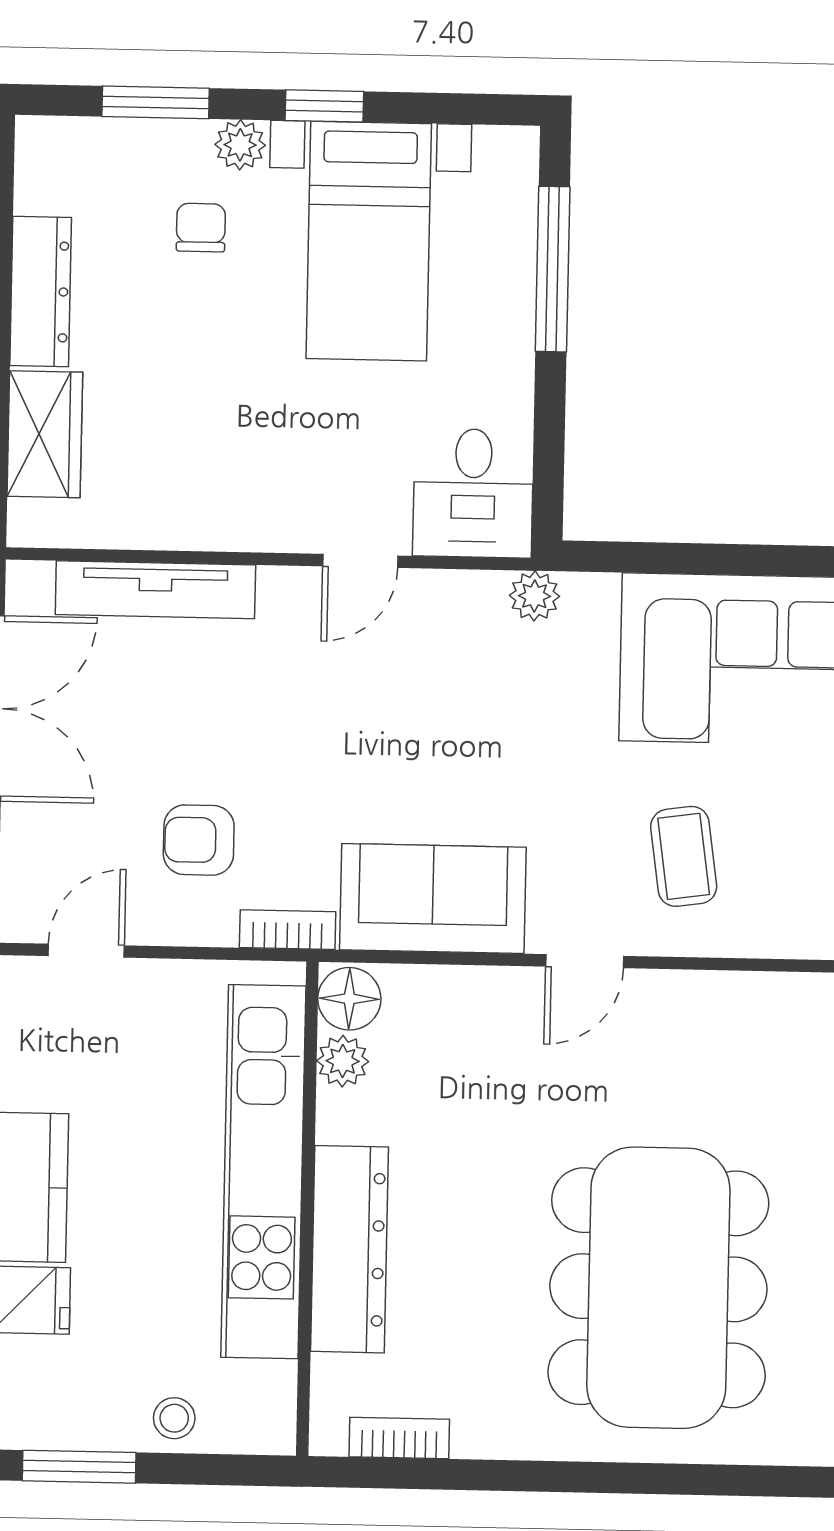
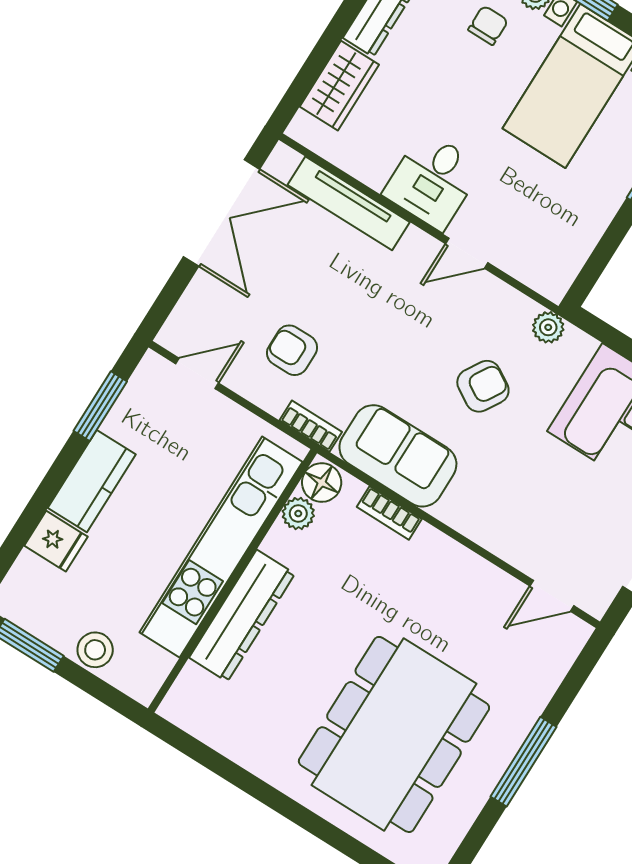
desk: (473, 493) -> (433, 181), moved
armchair: (493, 732) -> (483, 386), added
coffee table: (684, 856) -> (545, 513), removed
door: (585, 961) -> (552, 596), moved
stool: (174, 1418) -> (95, 650), width x1.37, depth x1.37
bookcase: (399, 1438) -> (389, 513), moved, turned 180

